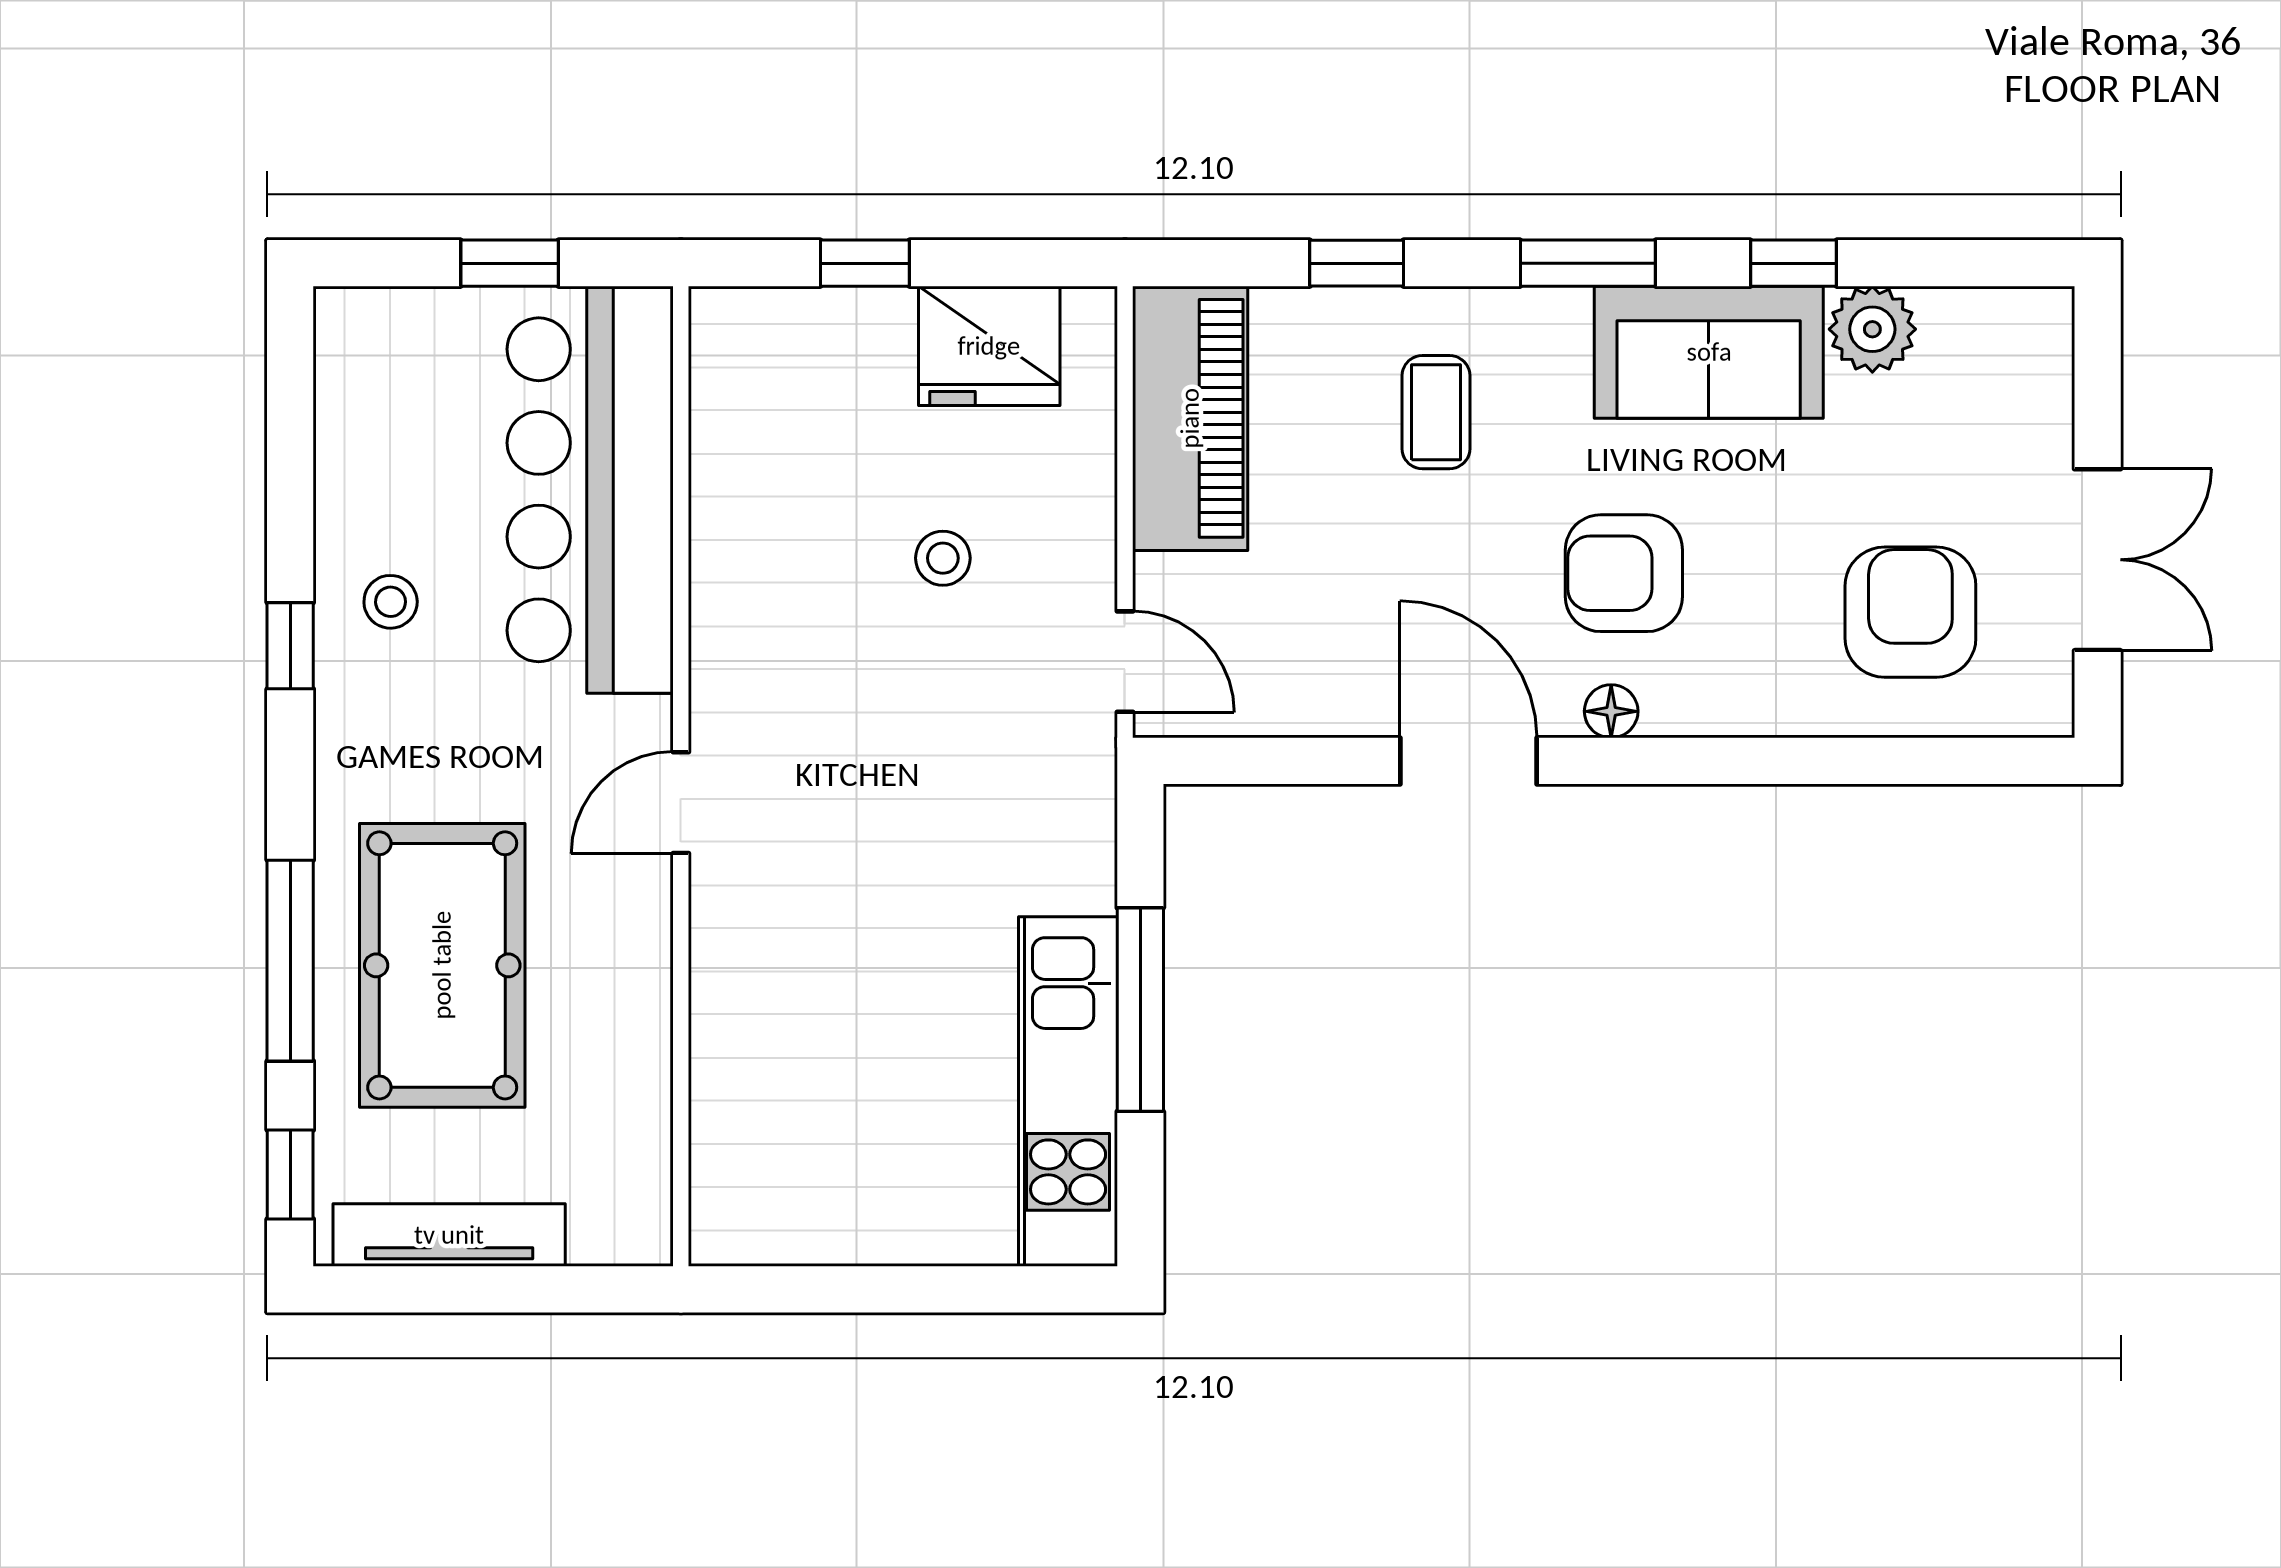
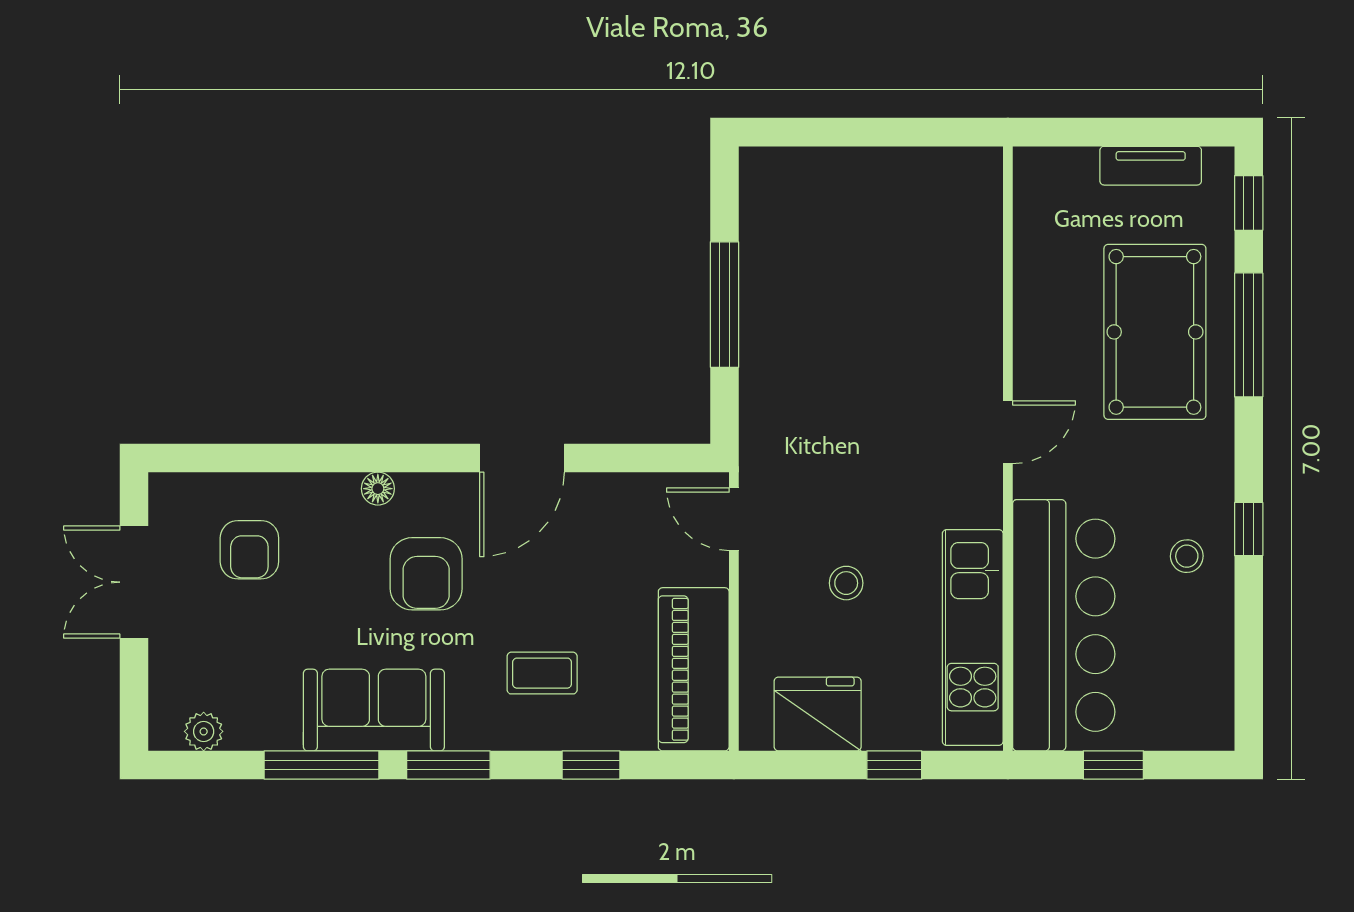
window: (1793, 263) -> (322, 765), width x2.17
plant: (1872, 329) -> (204, 731), moved, width x0.73, depth x0.73
coffee table: (1436, 412) -> (542, 673), turned 90
armchair: (1624, 573) -> (426, 574), turned 90
armchair: (1910, 612) -> (249, 550), width x0.72, depth x0.72
floor lamp: (1611, 711) -> (378, 489), moved
door: (1469, 761) -> (522, 458), hinge flipped
kitchen unit: (1068, 1091) -> (973, 637), moved, turned 180
tv unit: (449, 1235) -> (1151, 166), width x0.71

